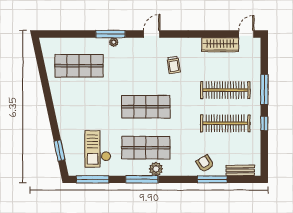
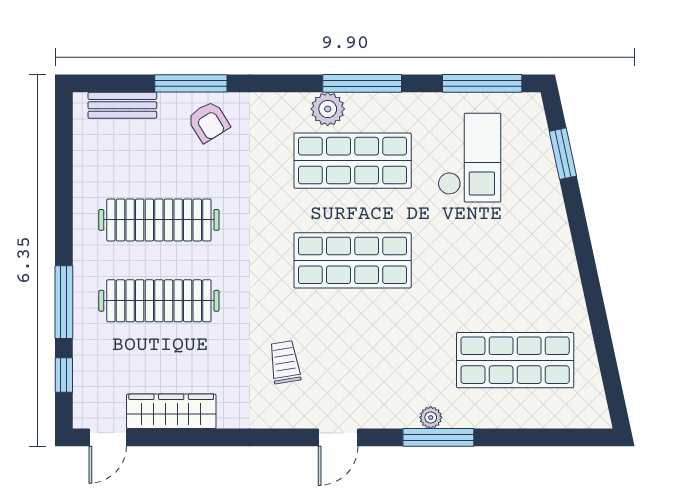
window: (264, 123) -> (64, 375), moved

